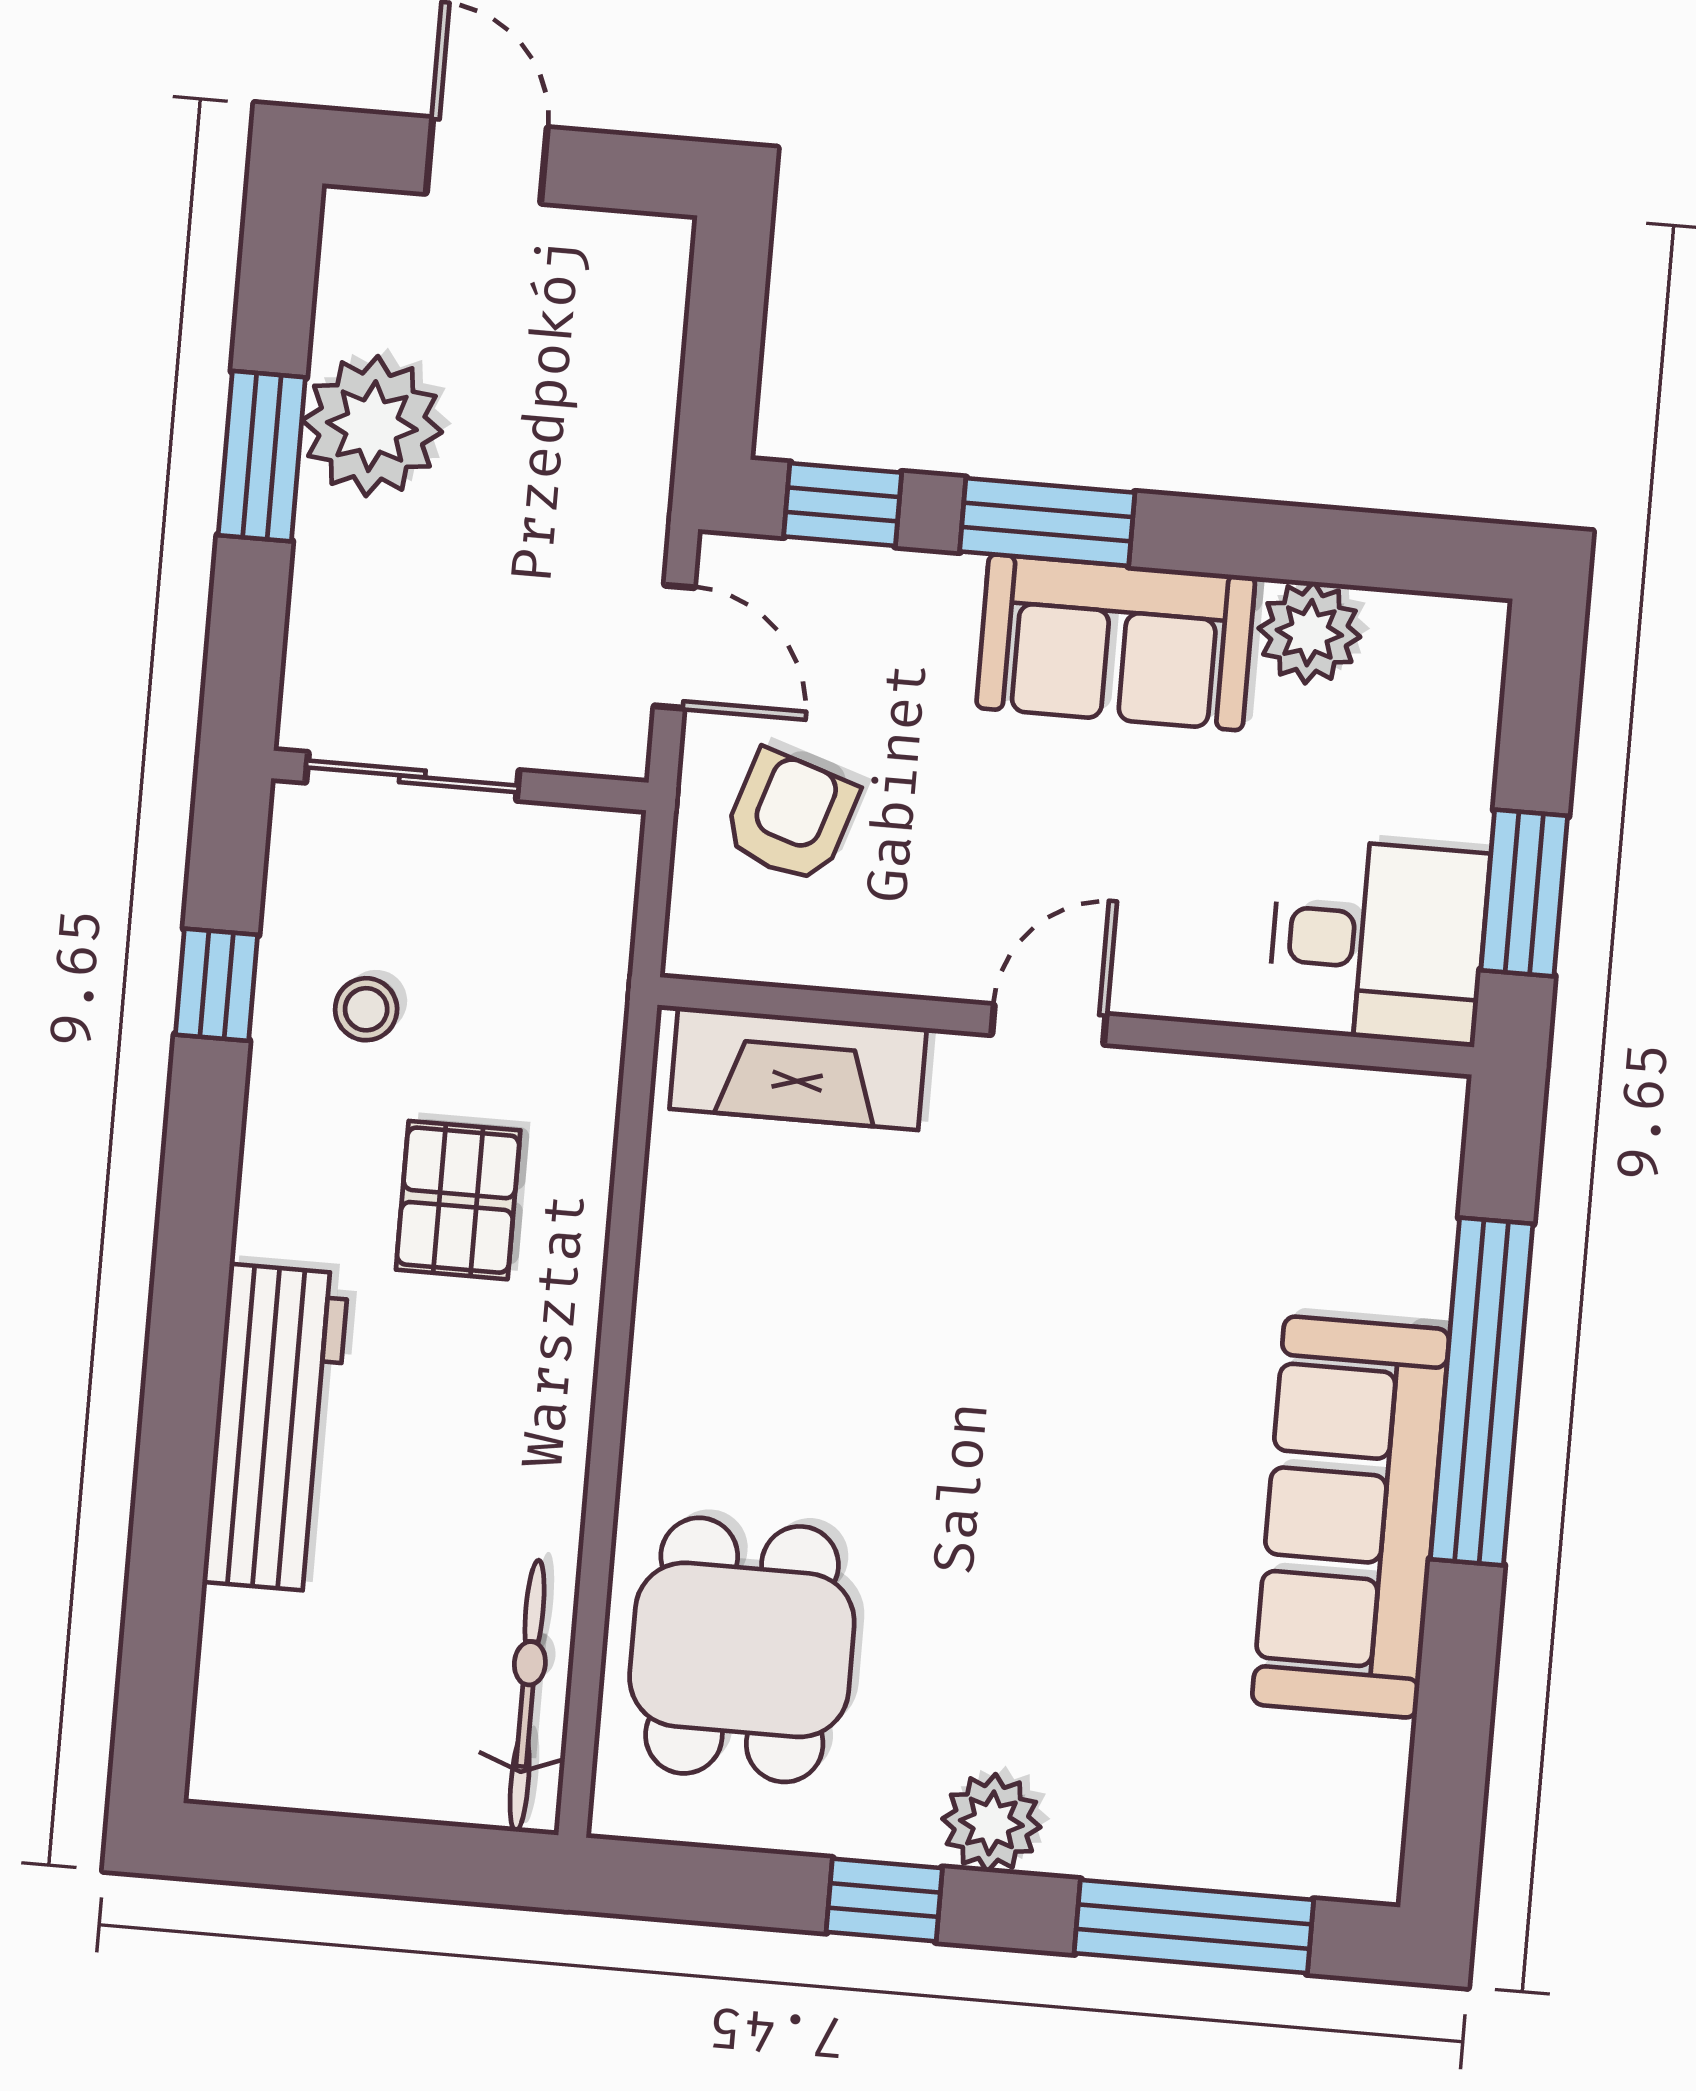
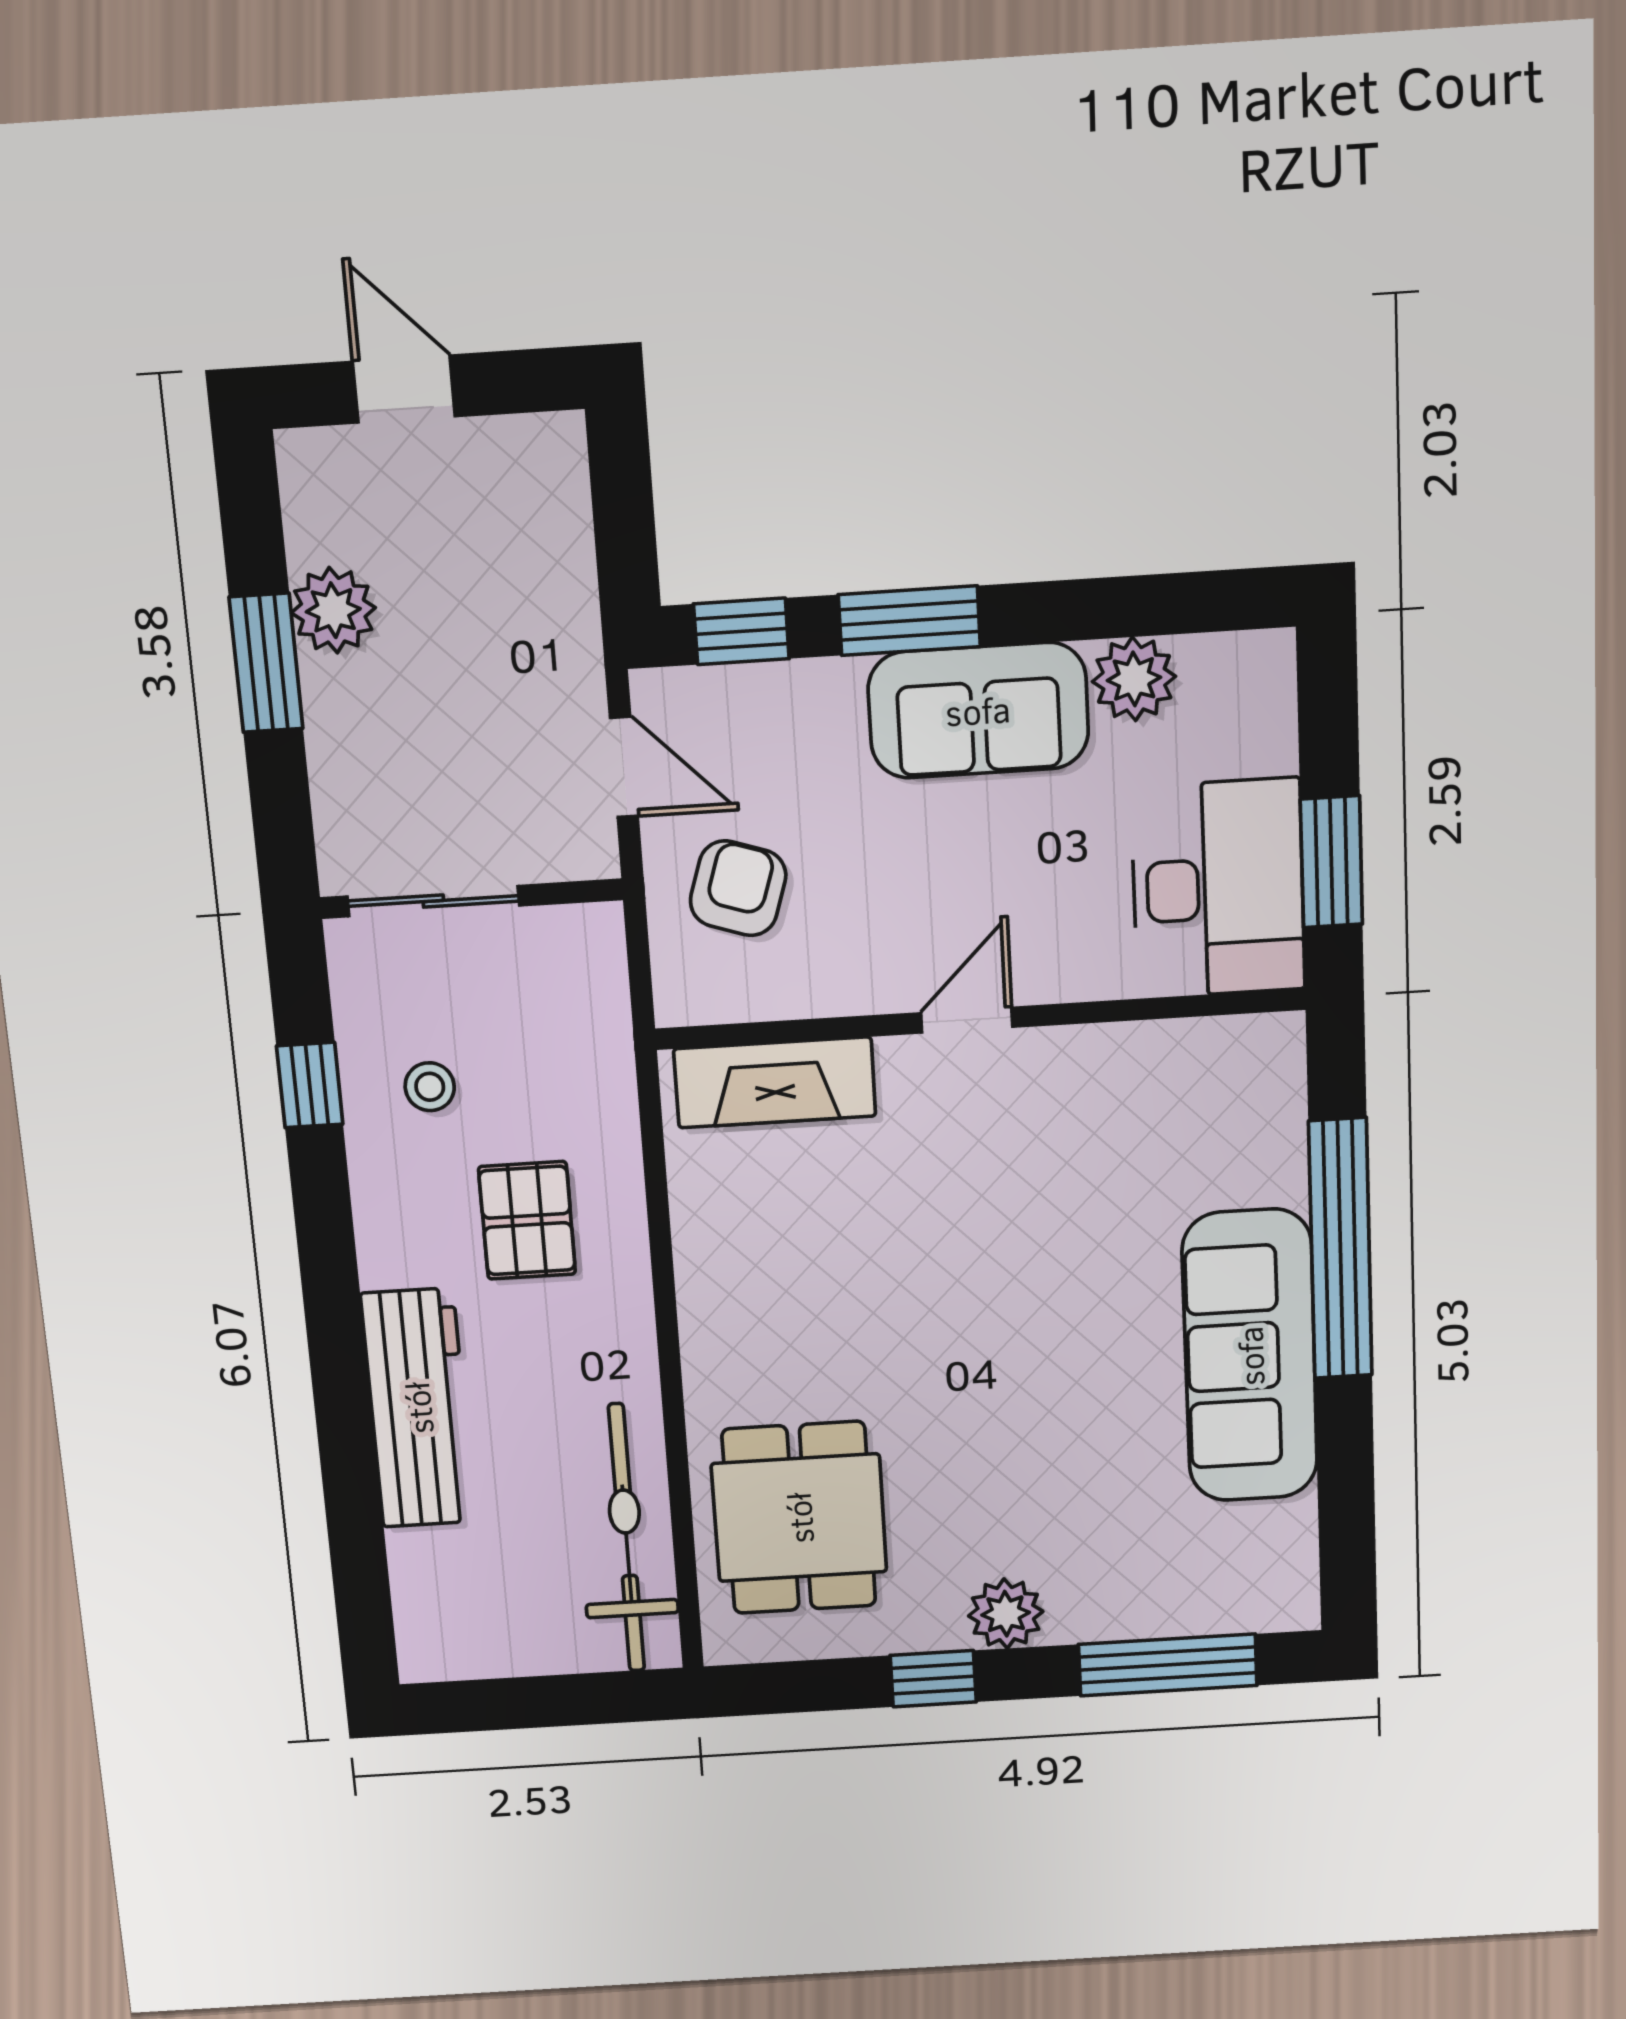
plant: (372, 426) -> (333, 610), width x0.73, depth x0.73
desk: (1378, 941) -> (1218, 889), width x1.37
bicycle: (527, 1696) -> (627, 1538), width x1.37, depth x1.40

